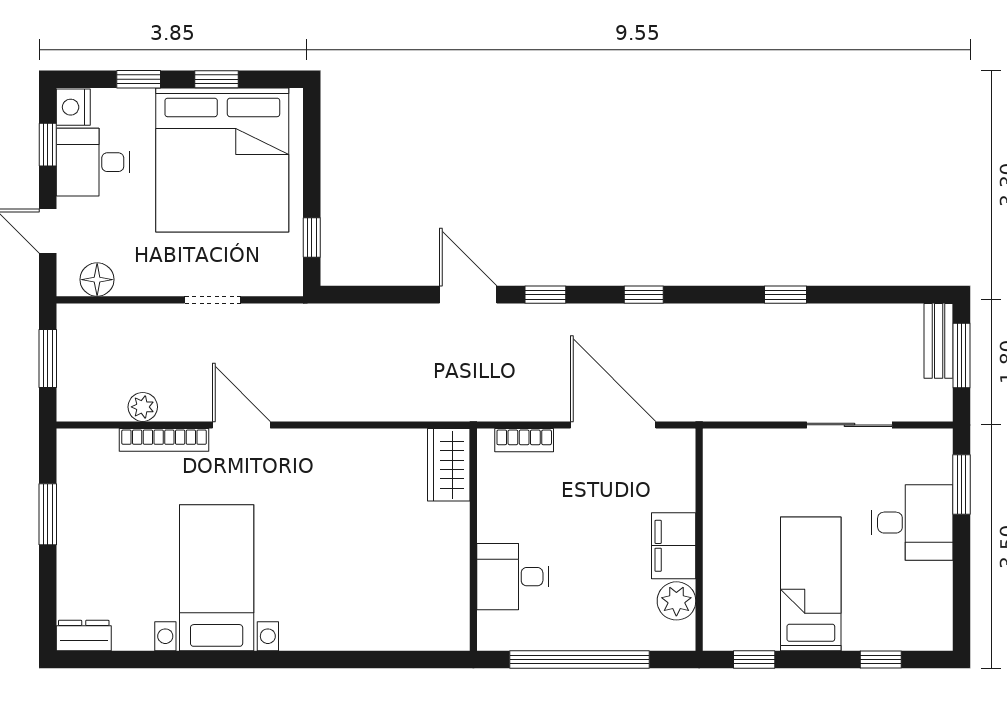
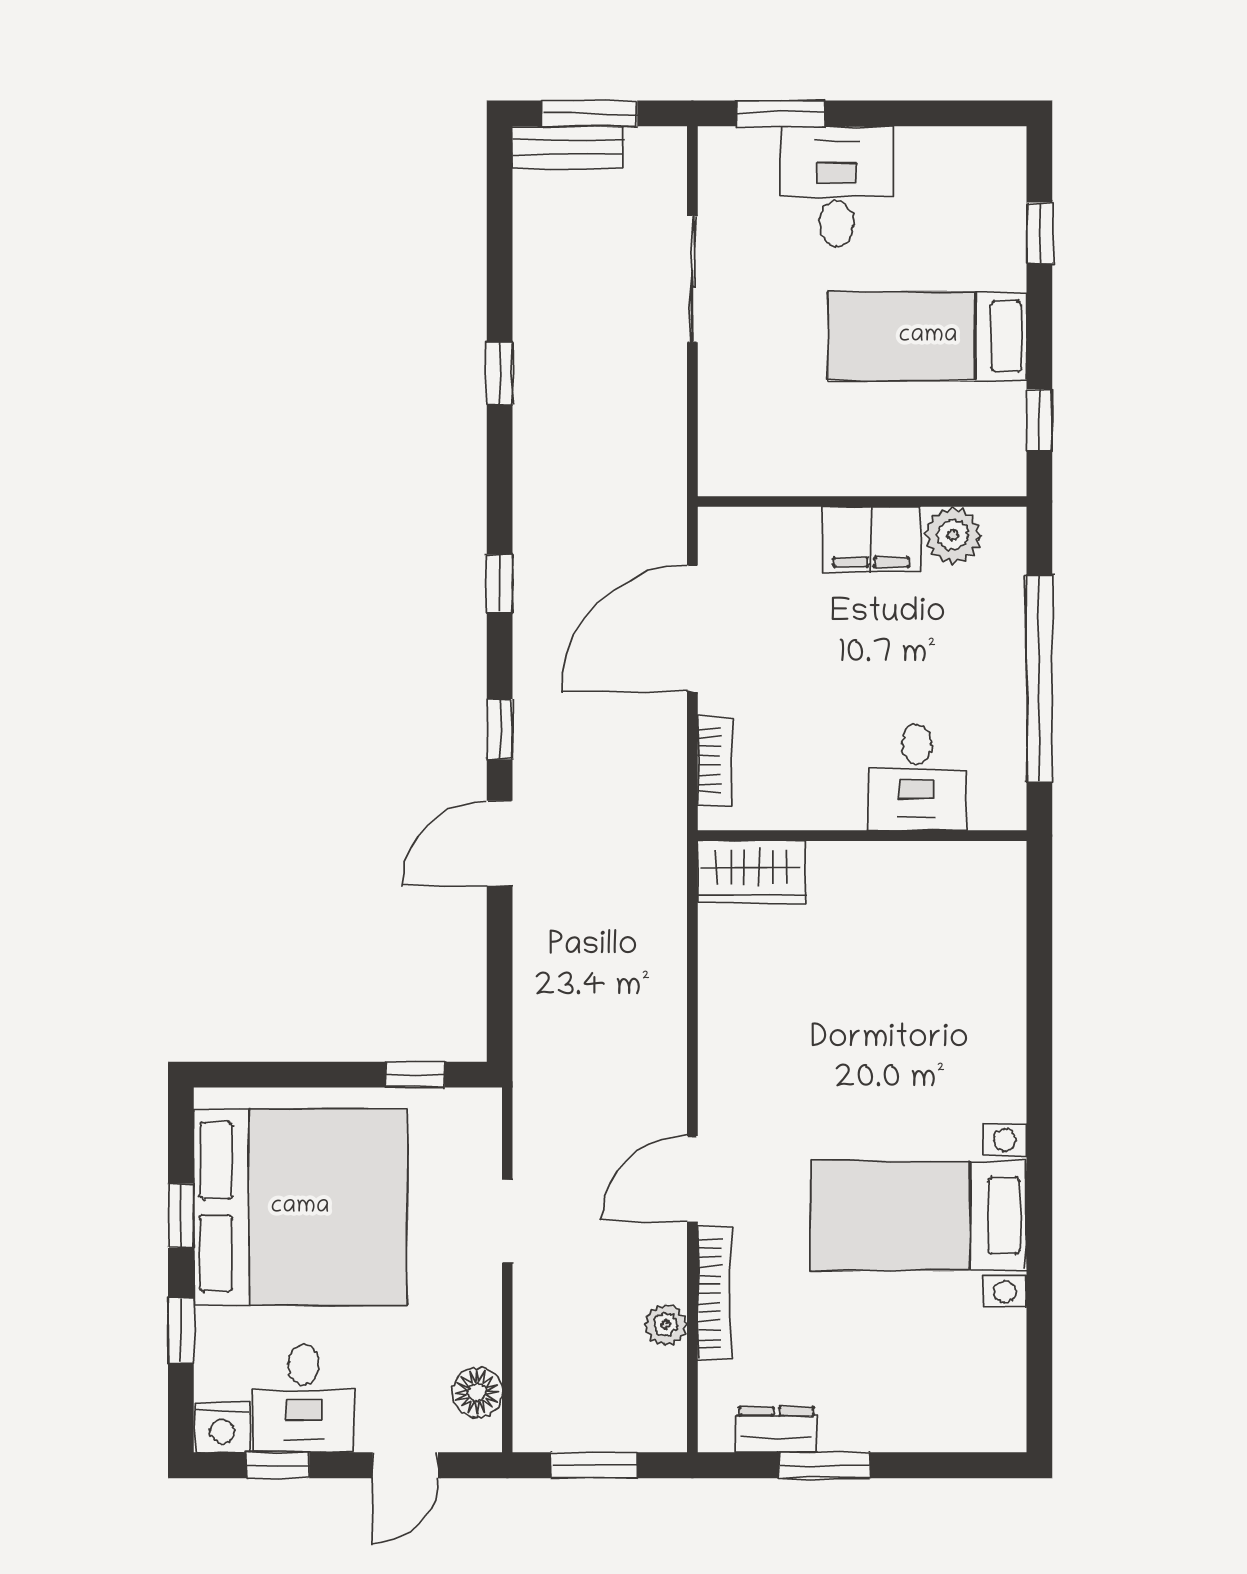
dresser: (84, 635) -> (776, 1430), moved, turned 90

